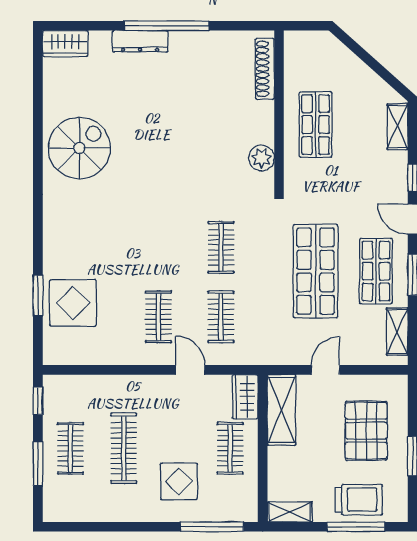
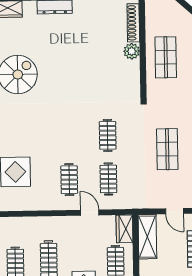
plant: (262, 158) -> (132, 51), moved
shop shelf: (316, 271) -> (167, 149), width x0.70, depth x0.74
door: (325, 370) -> (174, 211), swing flipped

